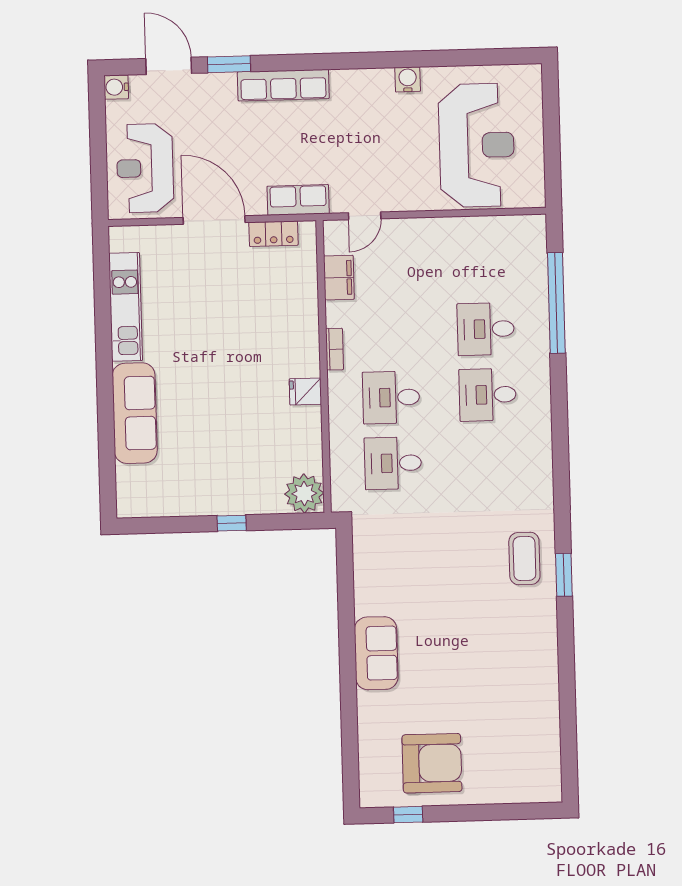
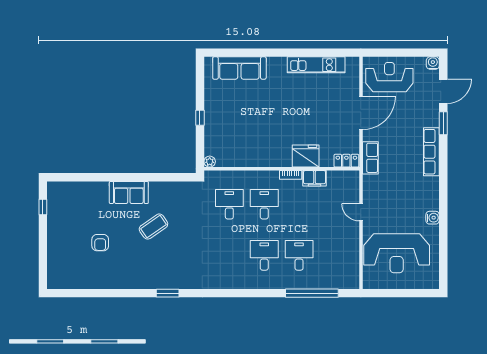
door: (365, 216) -> (361, 212), moved
locker: (273, 234) -> (346, 161), moved, turned 90
filing cabinet: (339, 278) -> (315, 178), moved
fridge: (305, 391) -> (306, 156), moved, width x1.88, depth x1.34
sofa: (135, 413) -> (239, 68), moved
plant: (304, 494) -> (210, 162), width x0.53, depth x0.53
coffee table: (524, 559) -> (153, 227), moved, turned -35
armchair: (432, 763) -> (100, 243), moved, width x0.53, depth x0.53

